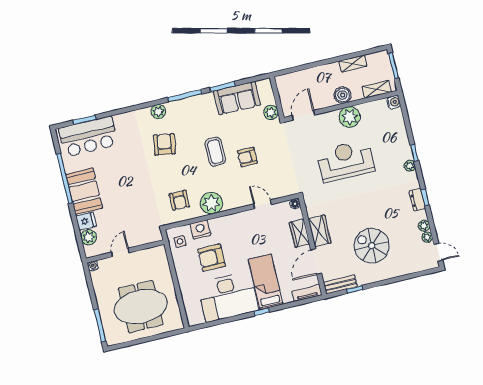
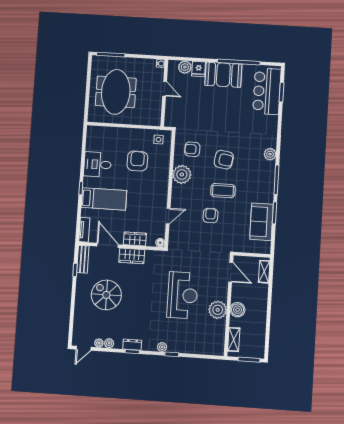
shelving: (353, 64) -> (264, 272), moved
water cooler: (394, 102) -> (219, 350), removed
plant: (271, 112) -> (241, 246), removed
armchair: (164, 144) -> (224, 160), moved
nightstand: (200, 229) -> (163, 159), removed
spiral stairs: (372, 246) -> (106, 295), turned -90
desk: (228, 297) -> (98, 164), width x0.53, depth x0.77

